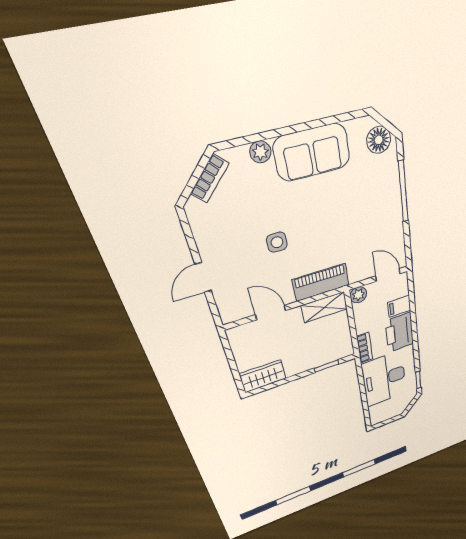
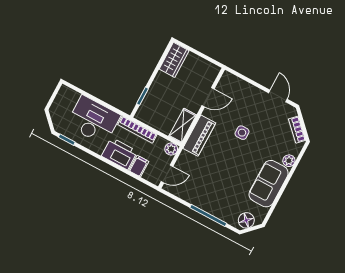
door: (203, 278) -> (278, 96), moved
bookcase: (365, 348) -> (137, 130), width x1.56

